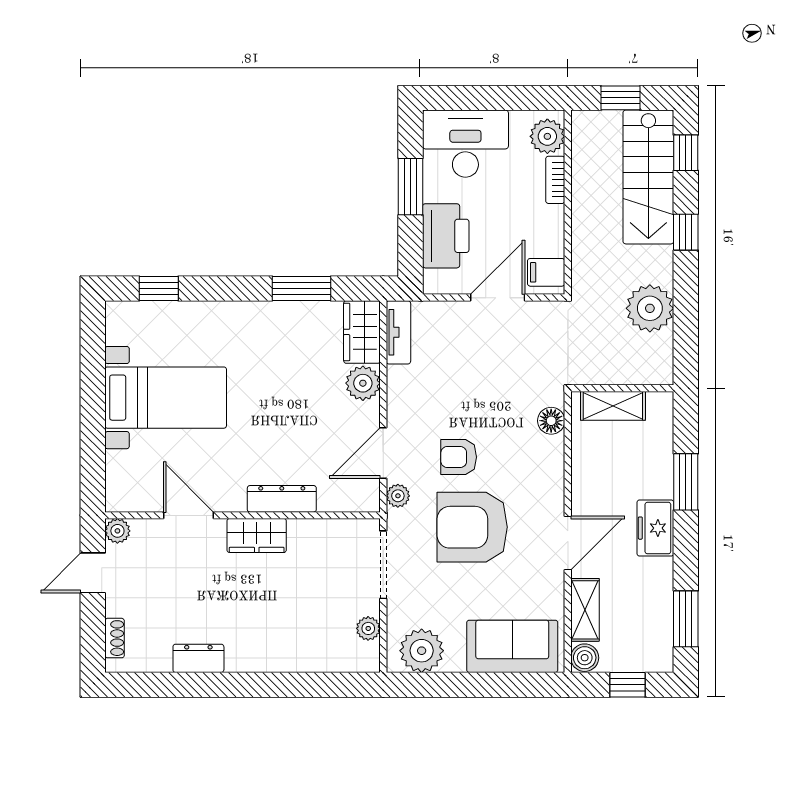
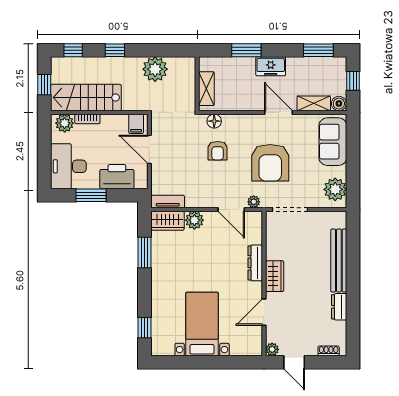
stairs: (648, 177) -> (86, 98), moved, turned 180
armchair: (459, 457) -> (218, 151), moved
plant: (368, 628) -> (324, 217), removed
bench: (286, 658) -> (339, 260), added

